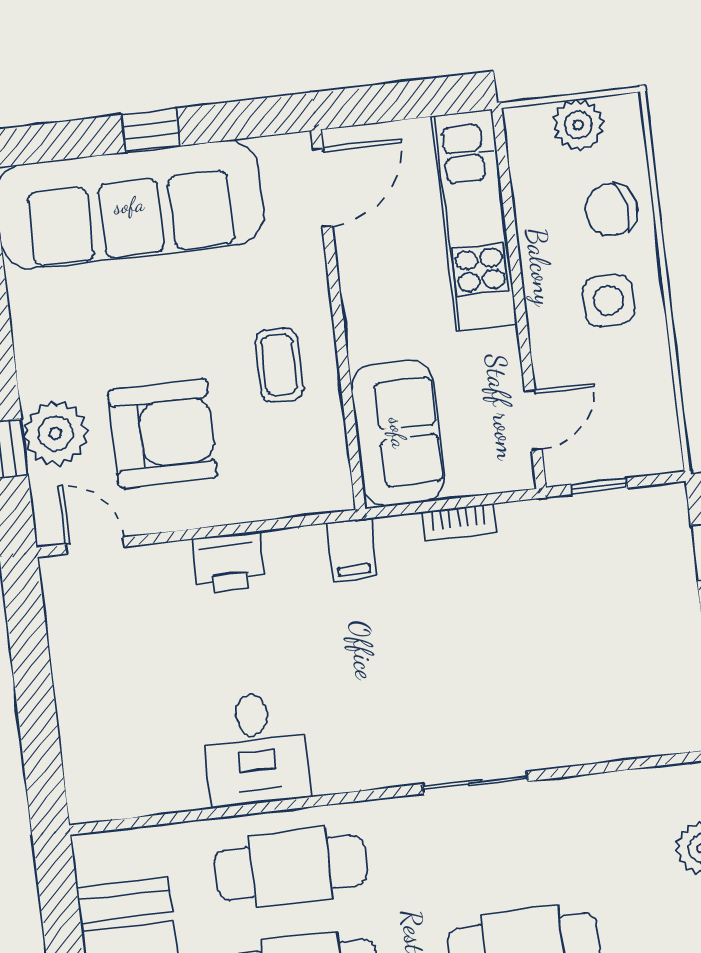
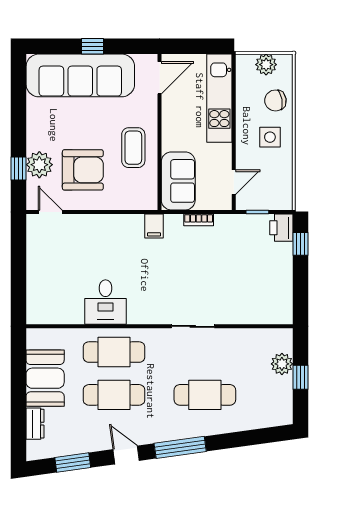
coffee table: (279, 365) -> (133, 148), width x1.36, depth x1.30
printer: (228, 563) -> (281, 228), moved, turned 90

